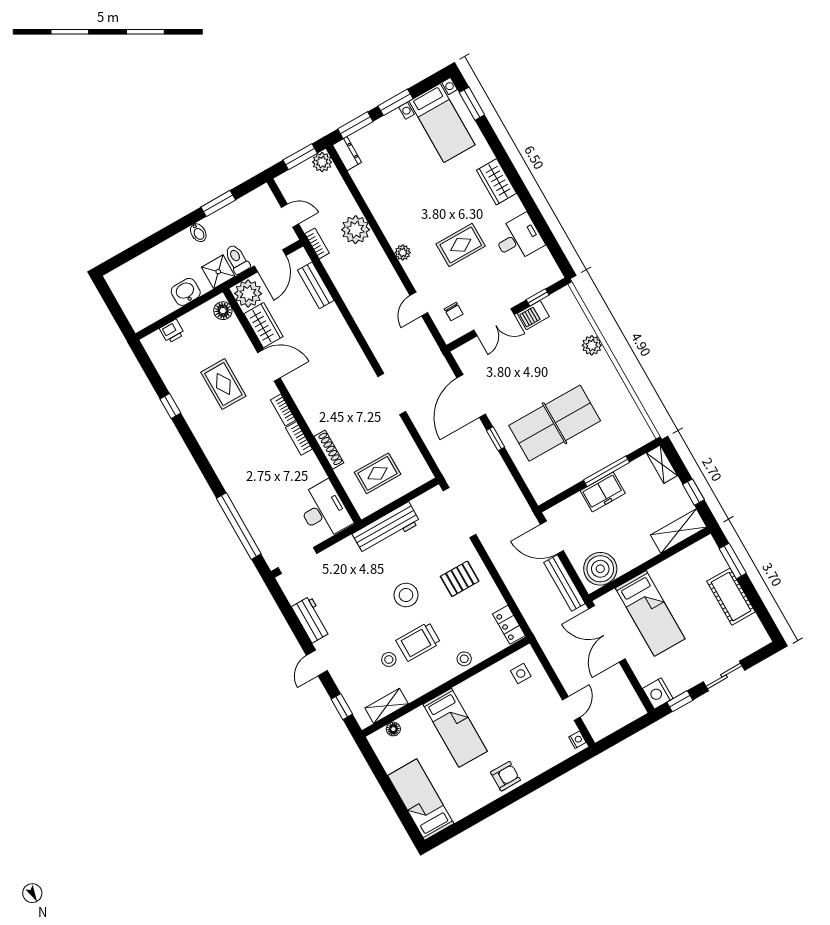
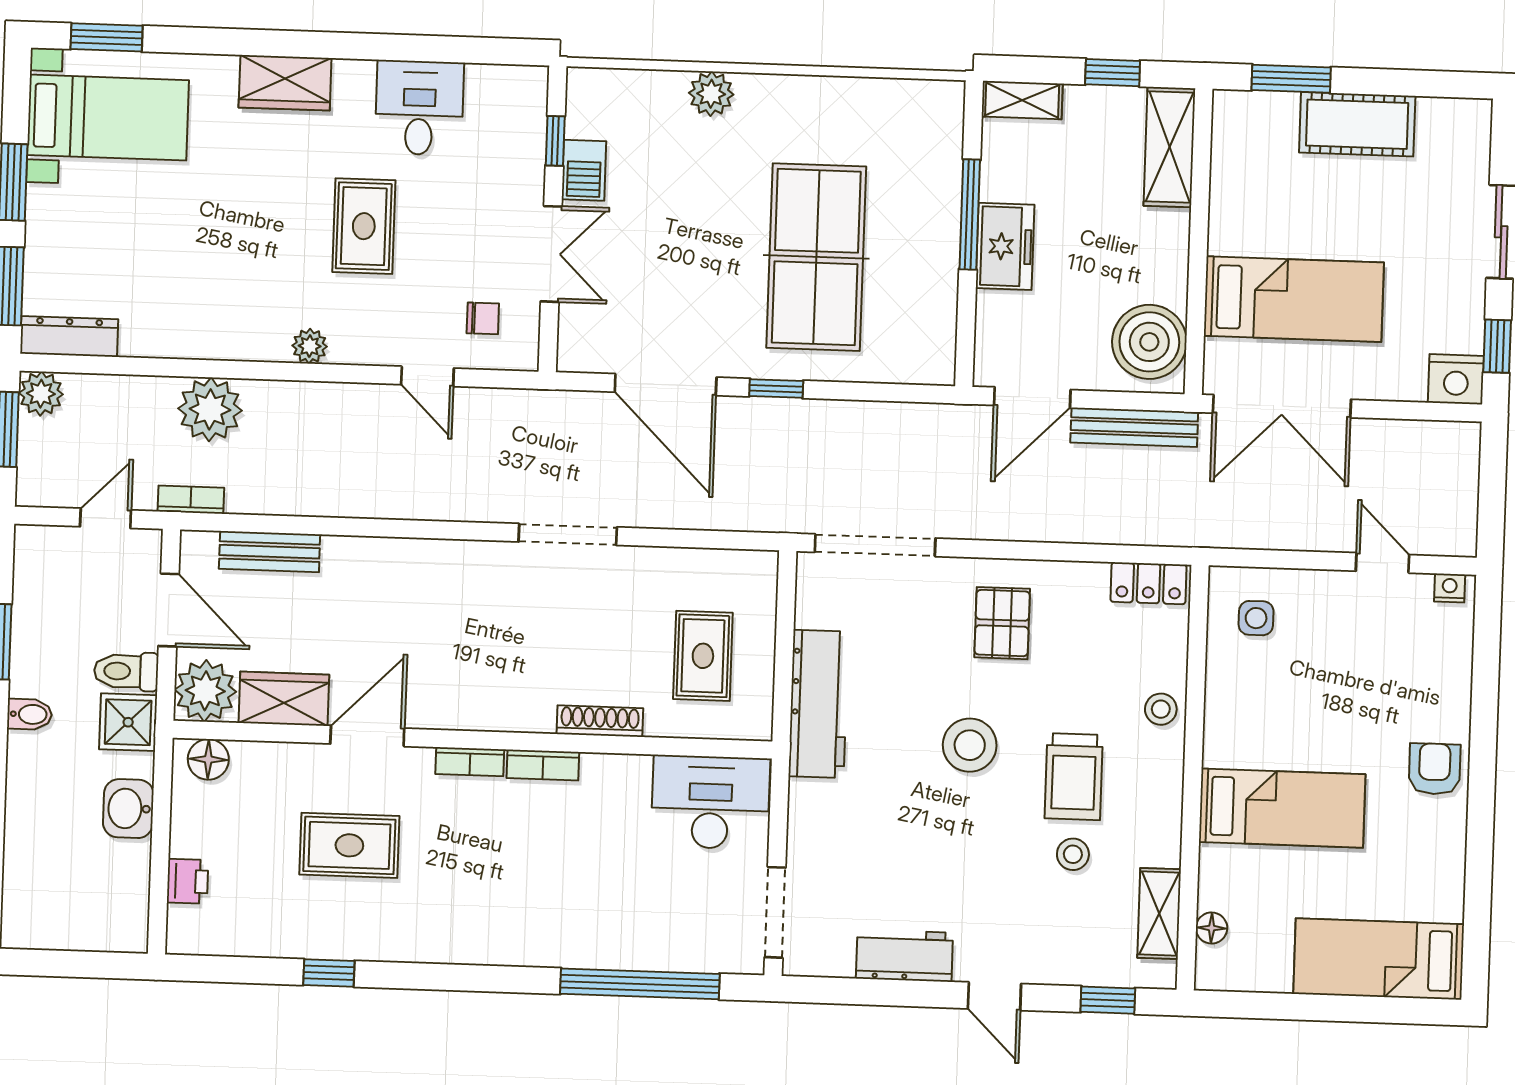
dresser: (347, 154) -> (69, 336), width x1.44

